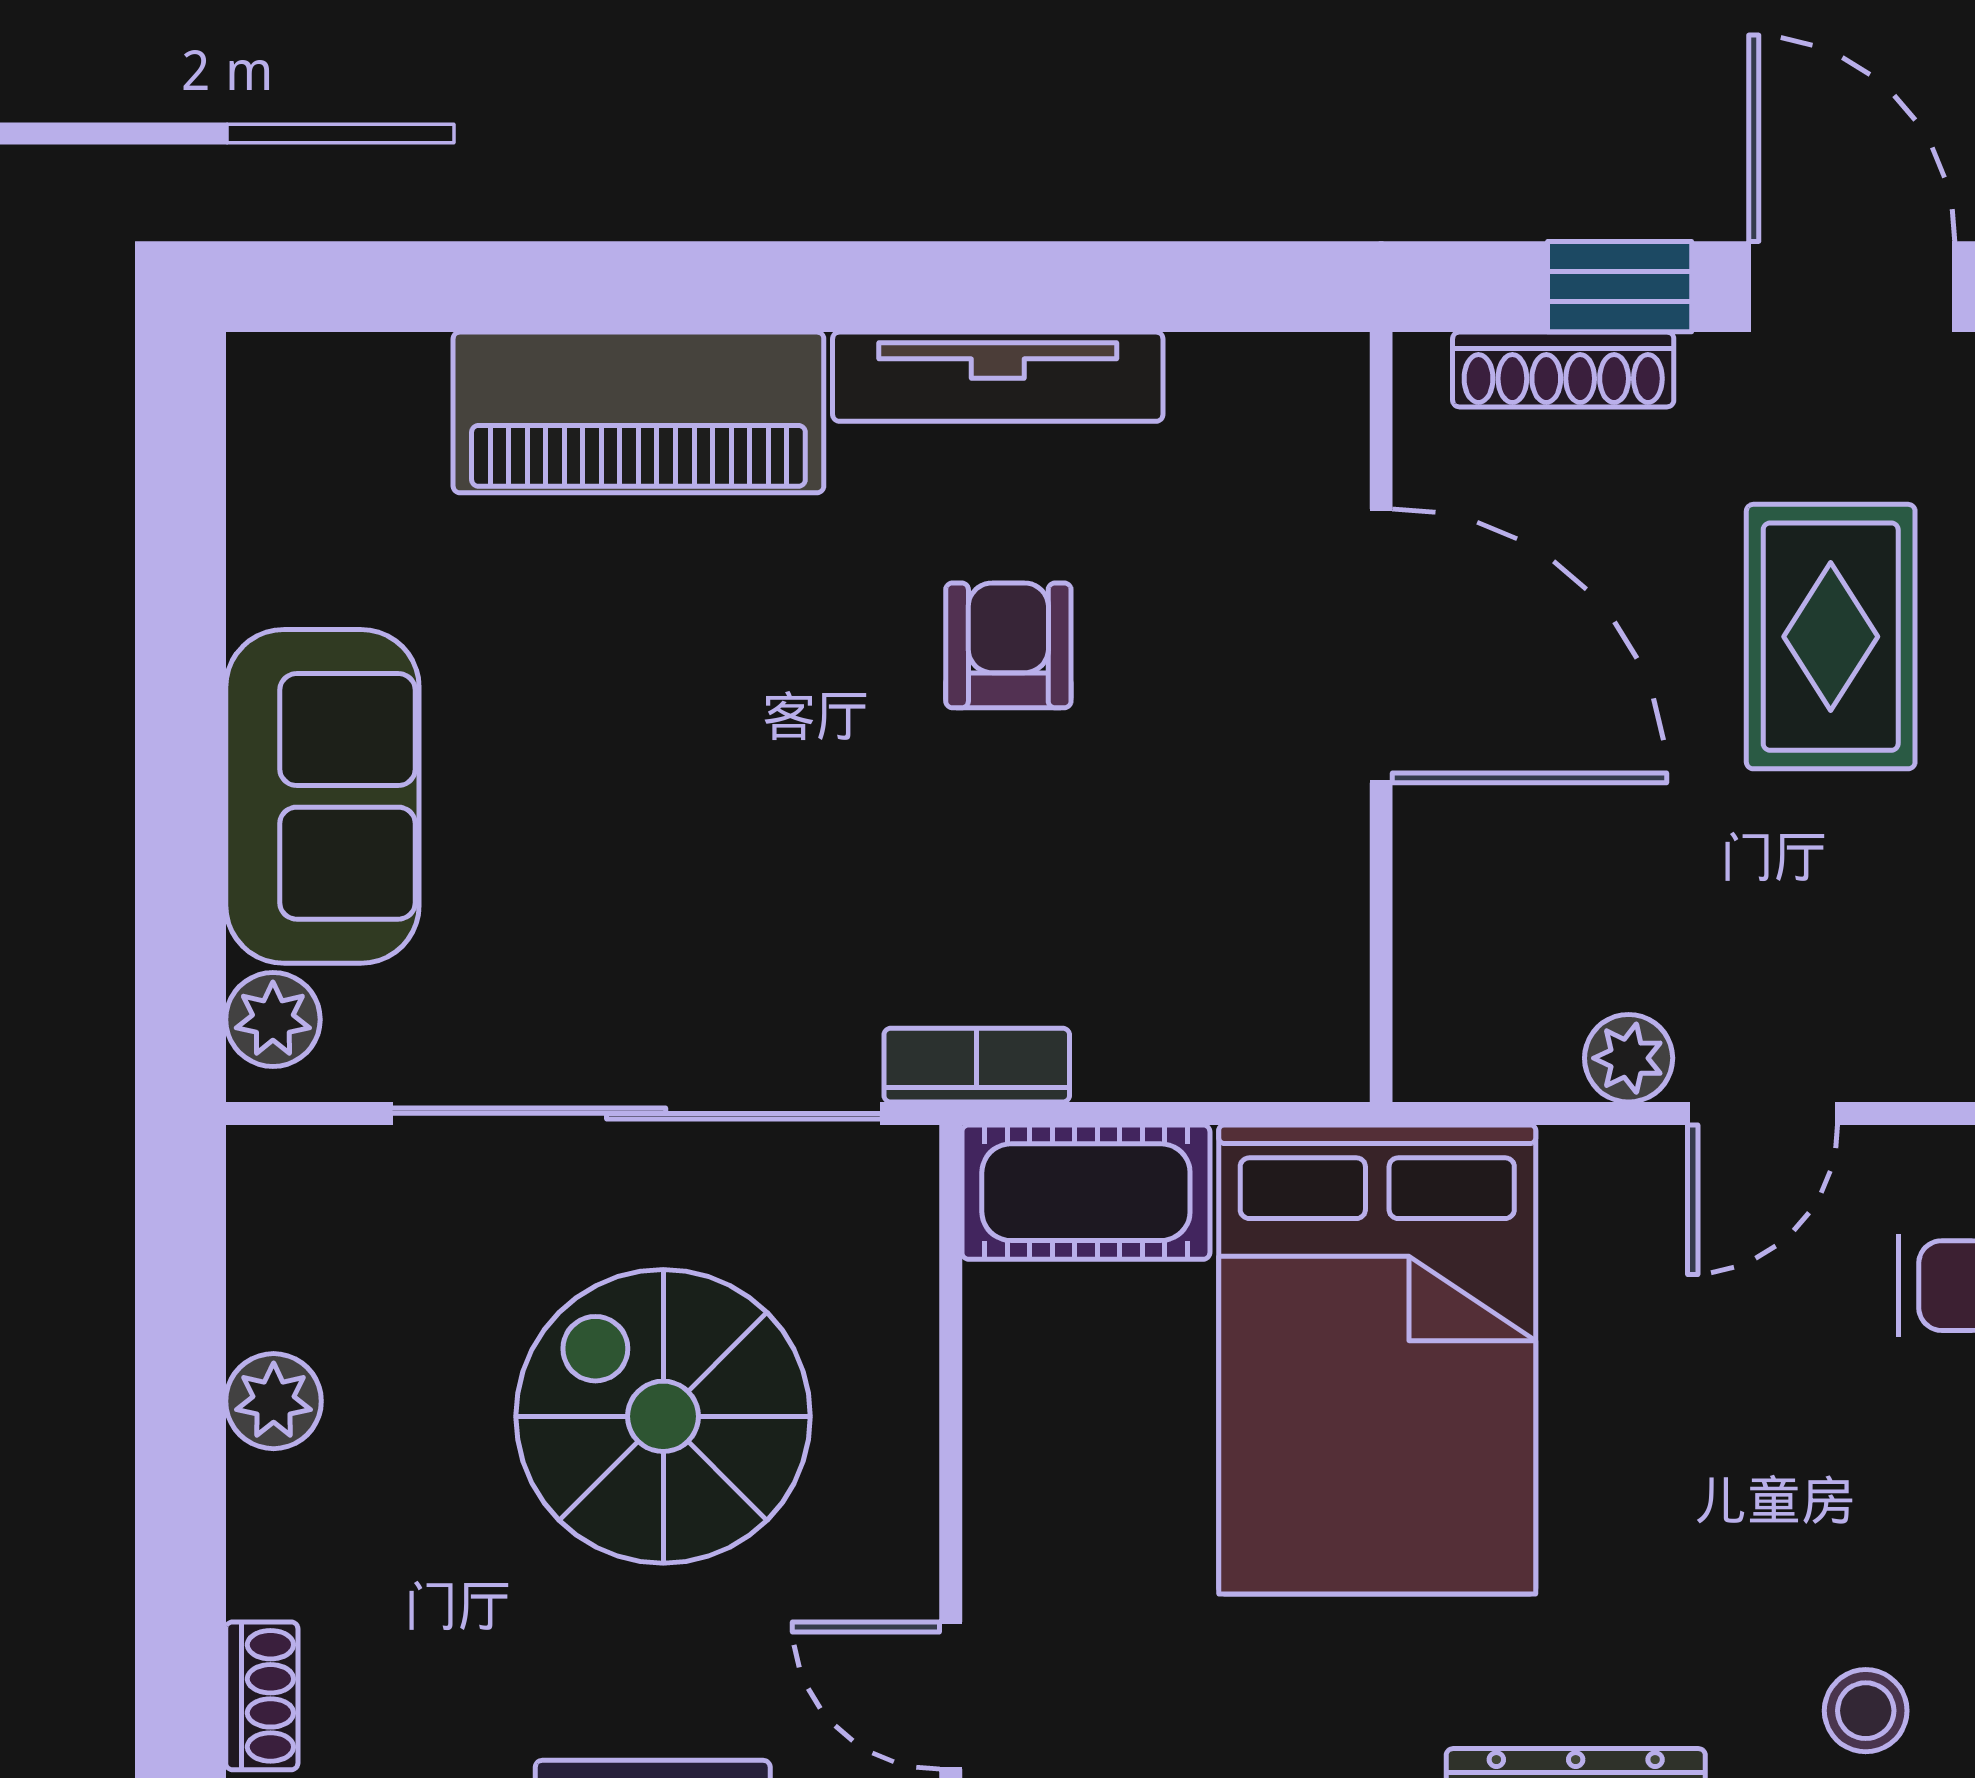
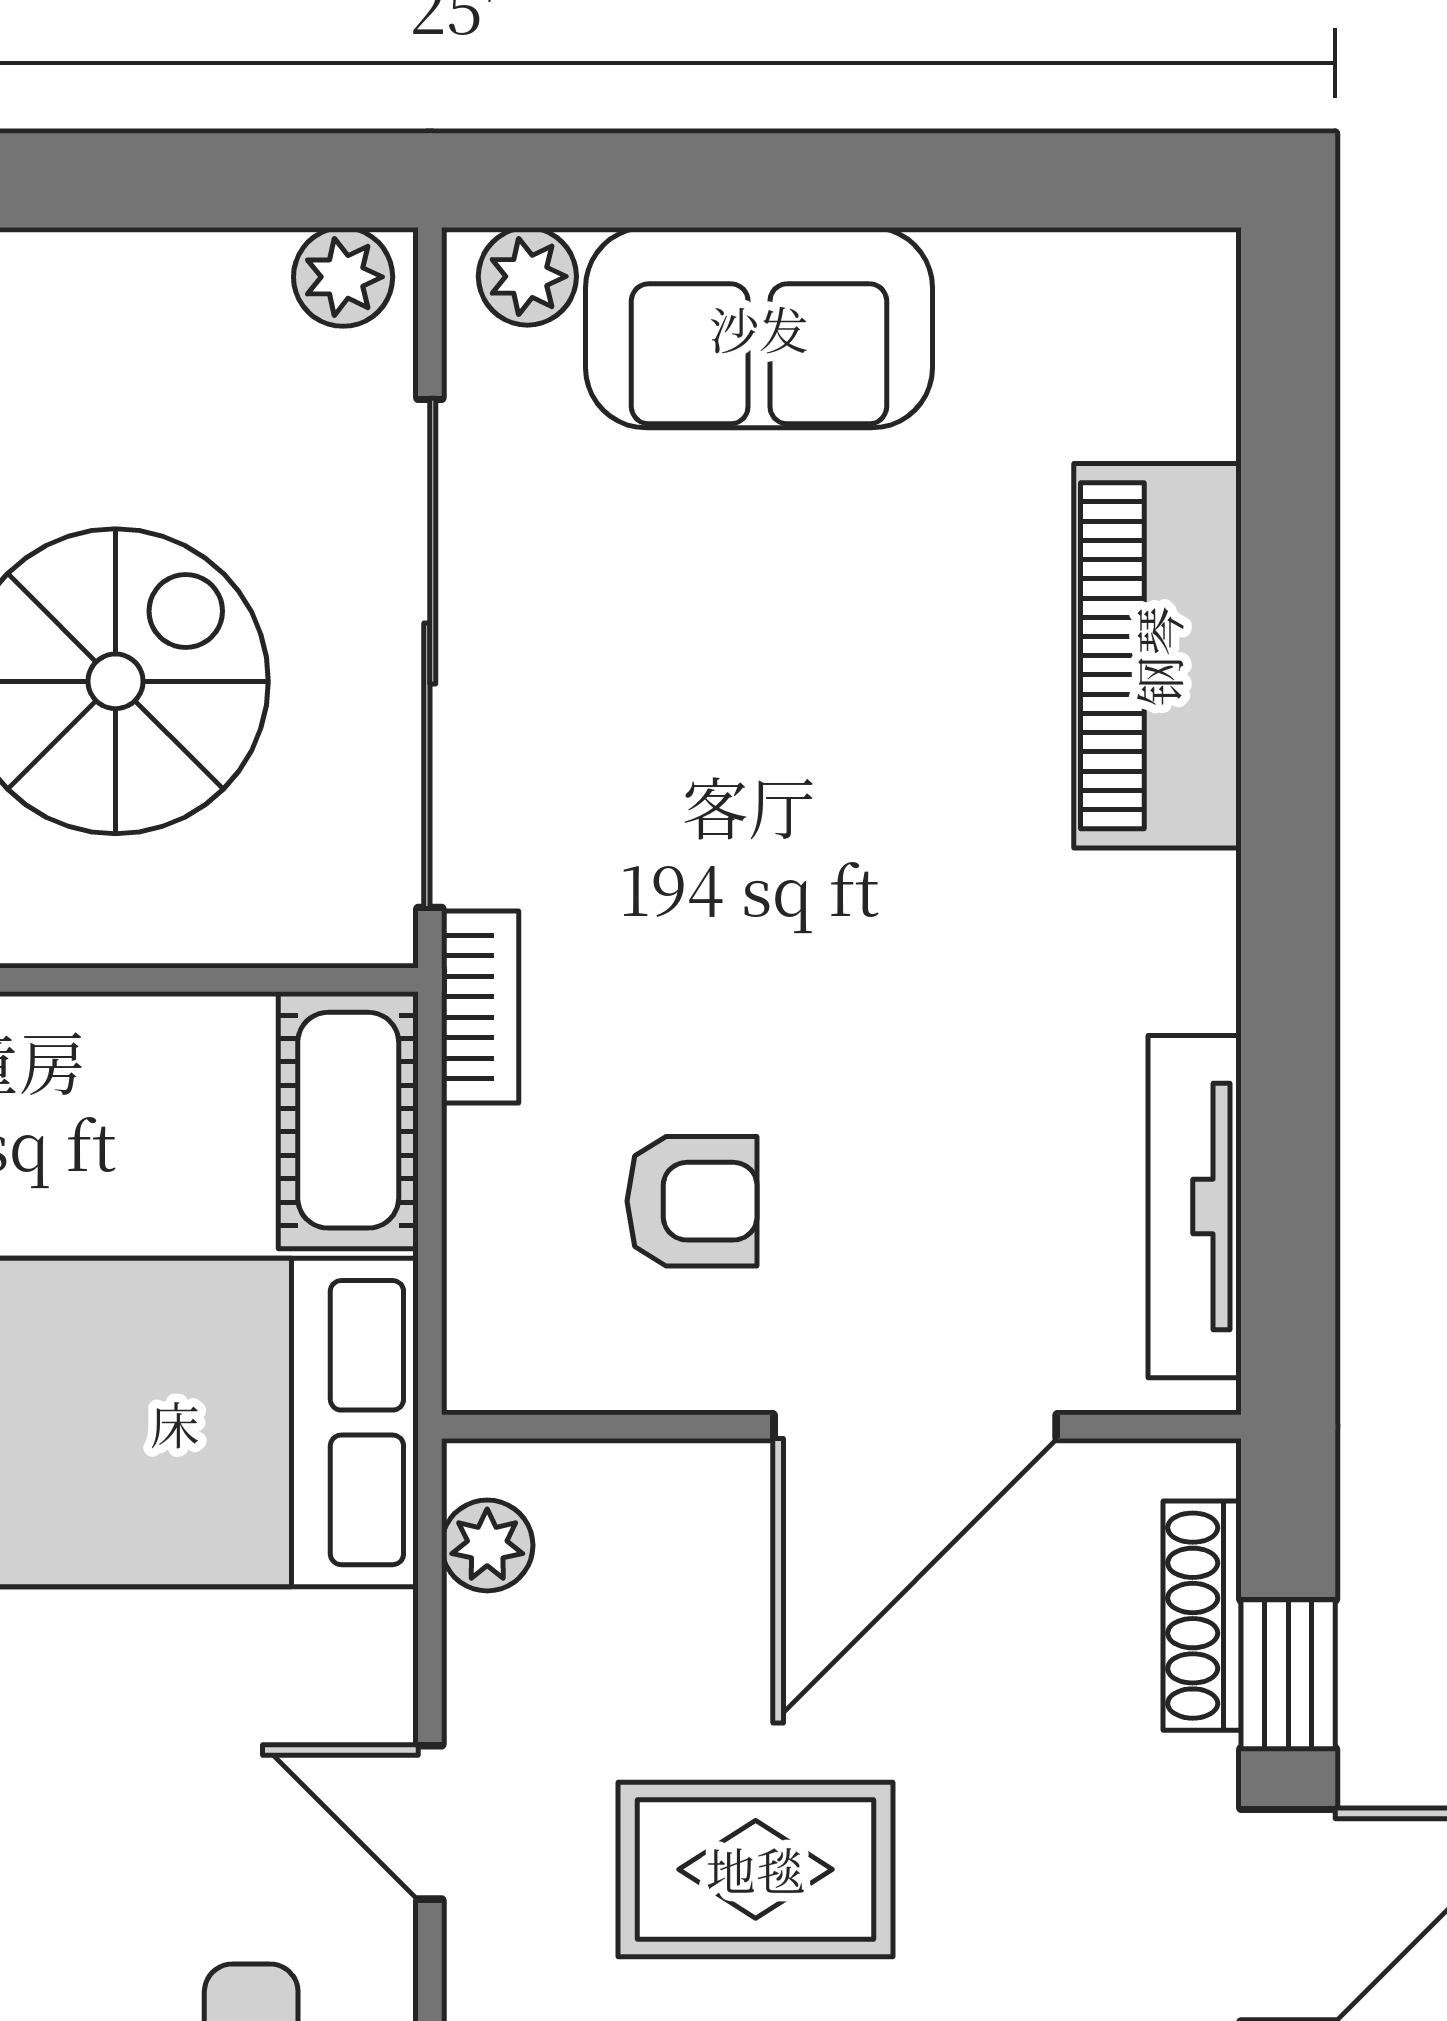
tv unit: (998, 377) -> (1195, 1207), moved
rug: (1831, 637) -> (756, 1869), moved
armchair: (1008, 645) -> (692, 1201), moved
plant: (1629, 1058) -> (487, 1545), moved
plant: (274, 1401) -> (343, 277), moved

